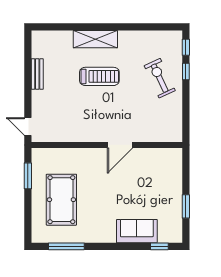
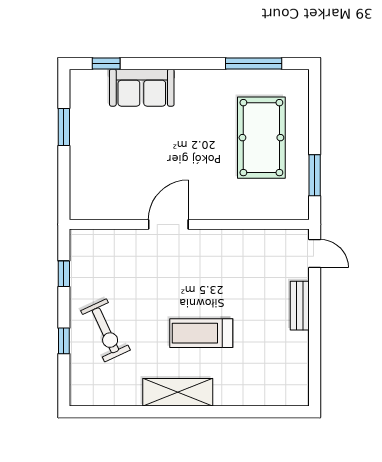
shelving: (95, 39) -> (178, 392), moved
window: (186, 47) -> (64, 274), moved
bench: (37, 74) -> (300, 306), moved

